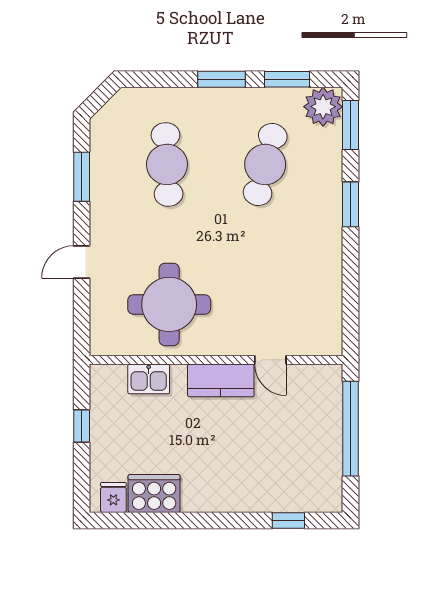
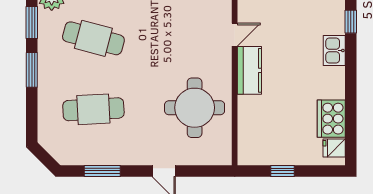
kitchen sink: (149, 379) -> (334, 50), moved, turned 180

